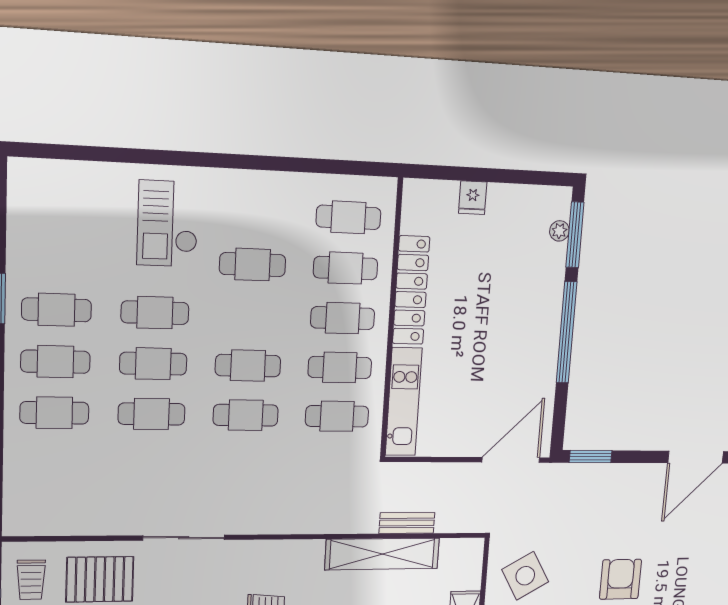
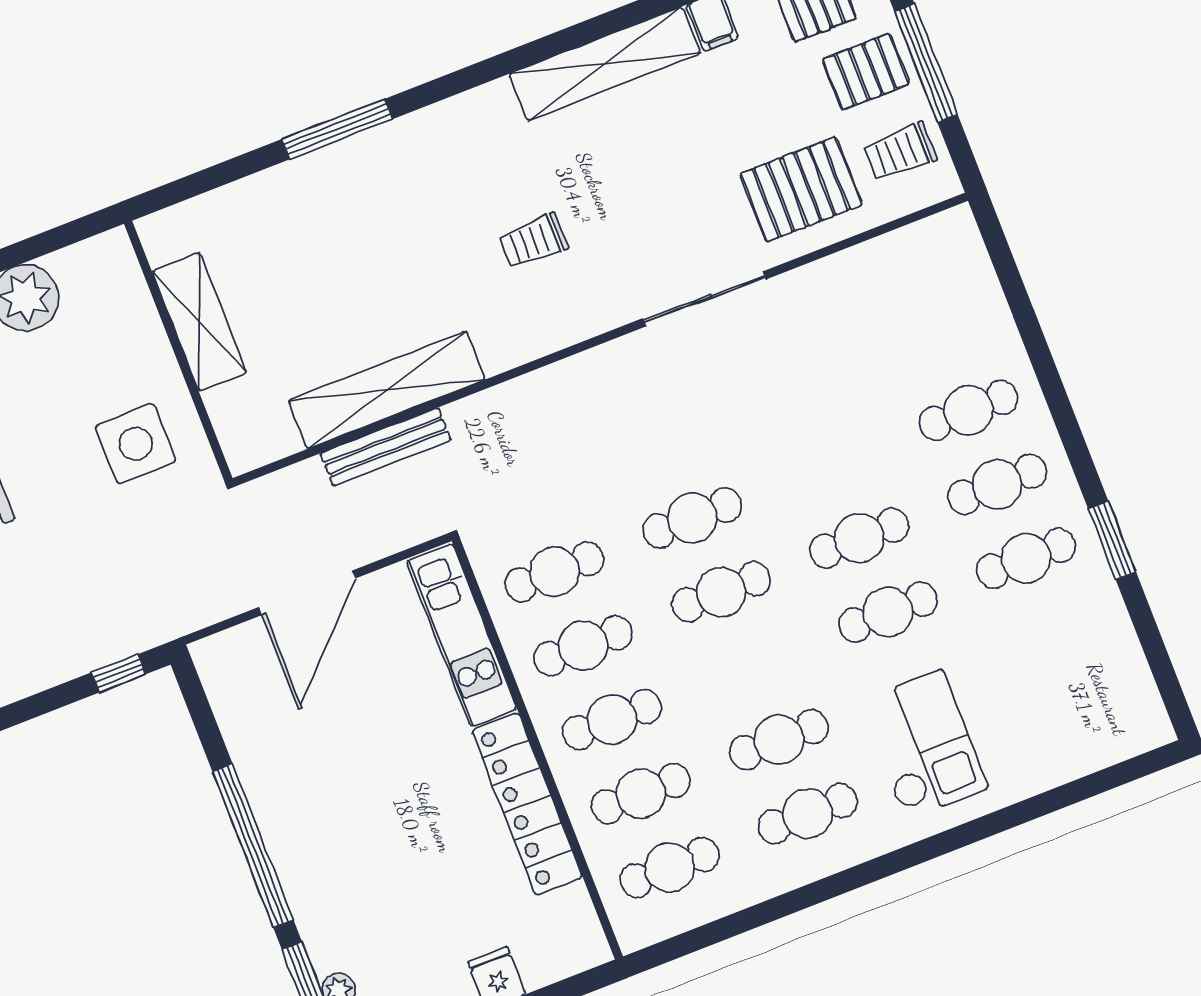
cafe table: (152, 414) -> (808, 814), moved
window: (591, 457) -> (119, 673), width x0.67
door: (511, 460) -> (307, 593), moved
bench: (407, 523) -> (386, 447), width x1.36
side table: (525, 576) -> (136, 444), turned 30
trolley: (31, 580) -> (900, 152), turned -90

